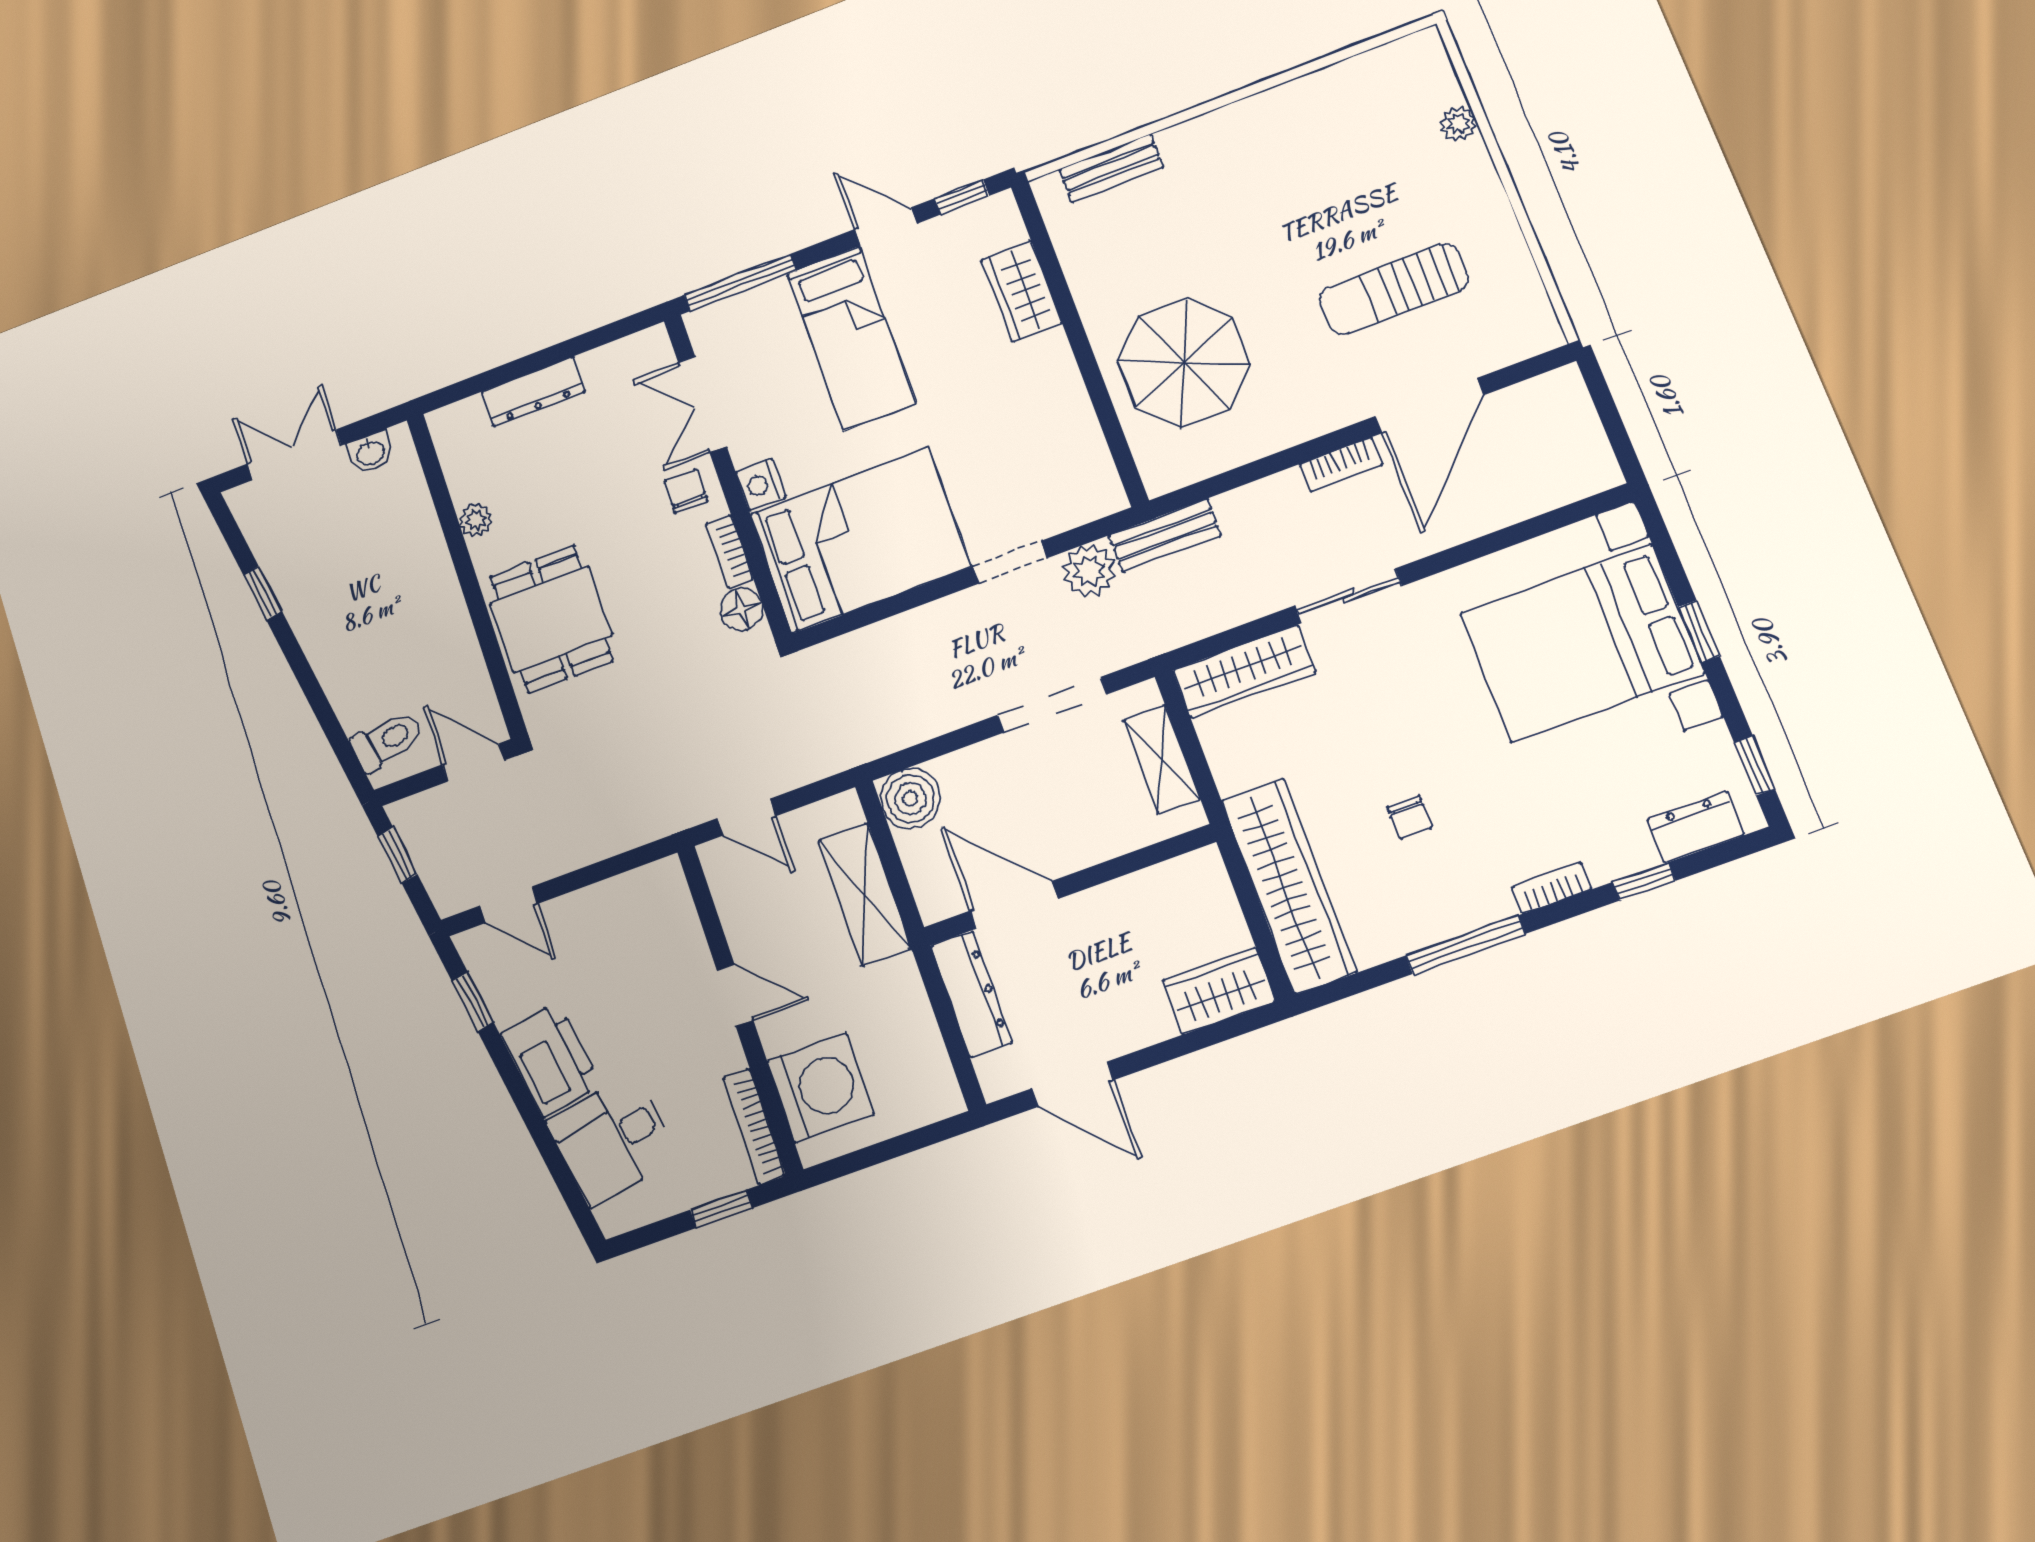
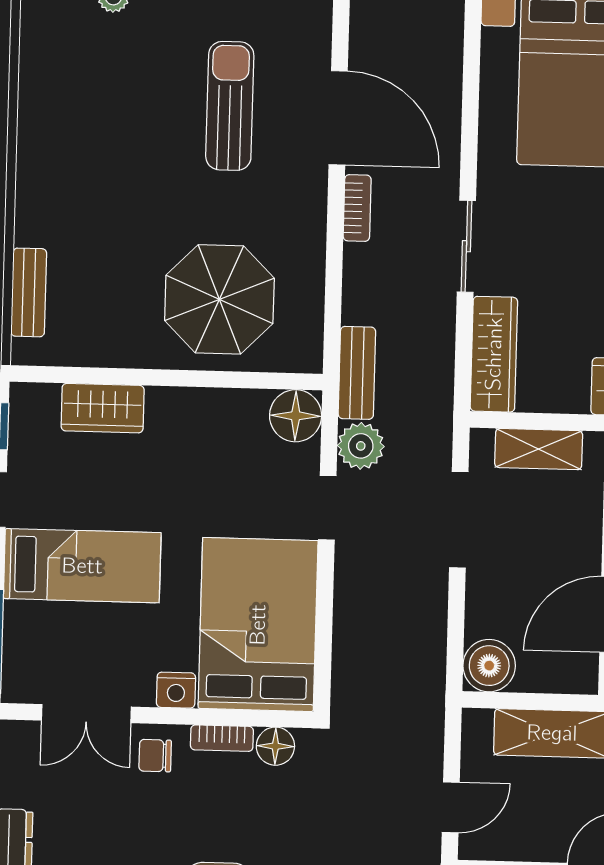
sun lounger: (1394, 289) -> (230, 106), turned 180
floor lamp: (1093, 490) -> (296, 416), added

